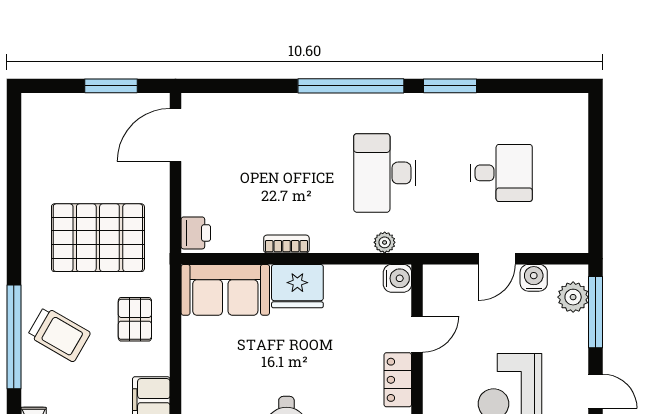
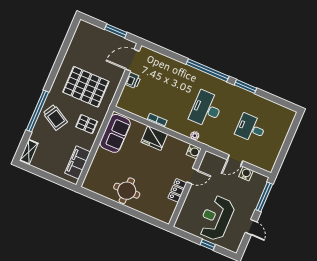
desk: (501, 173) -> (251, 128), turned 180
printer: (196, 233) -> (133, 80), moved
sofa: (225, 290) -> (115, 133), moved, turned -90
plant: (573, 297) -> (258, 187), removed
pallet: (135, 319) -> (87, 124), turned 90

